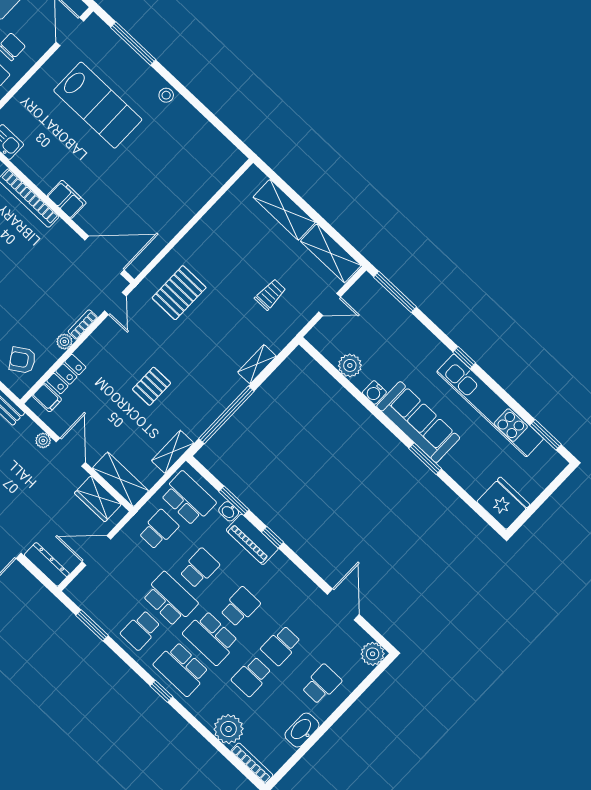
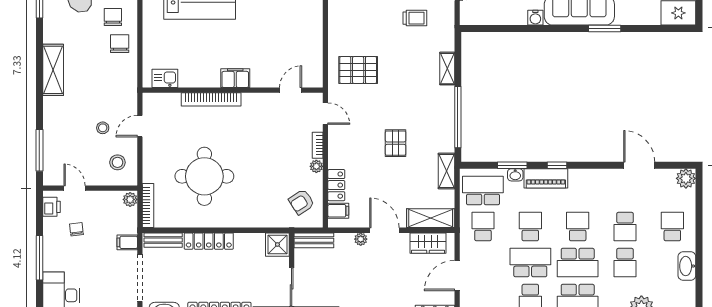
door: (105, 255) -> (291, 90), width x0.53
pallet: (179, 293) -> (358, 70), turned 90
trolley: (270, 294) -> (415, 18), turned 90
plant: (350, 365) -> (505, 15), removed

